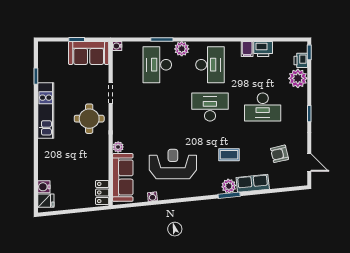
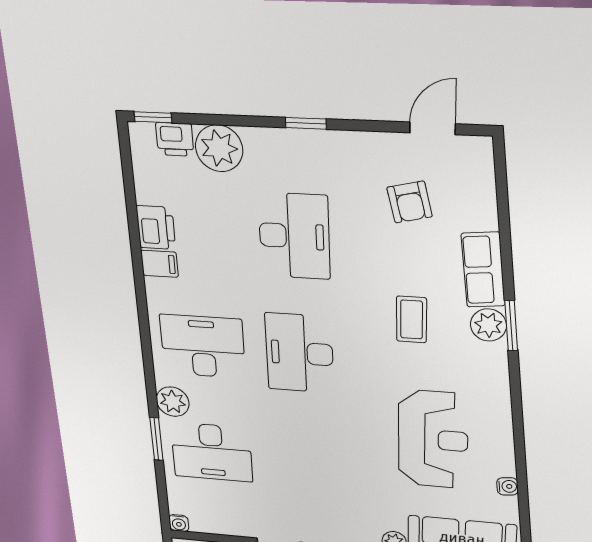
reception desk: (173, 164) -> (433, 440), turned 180

